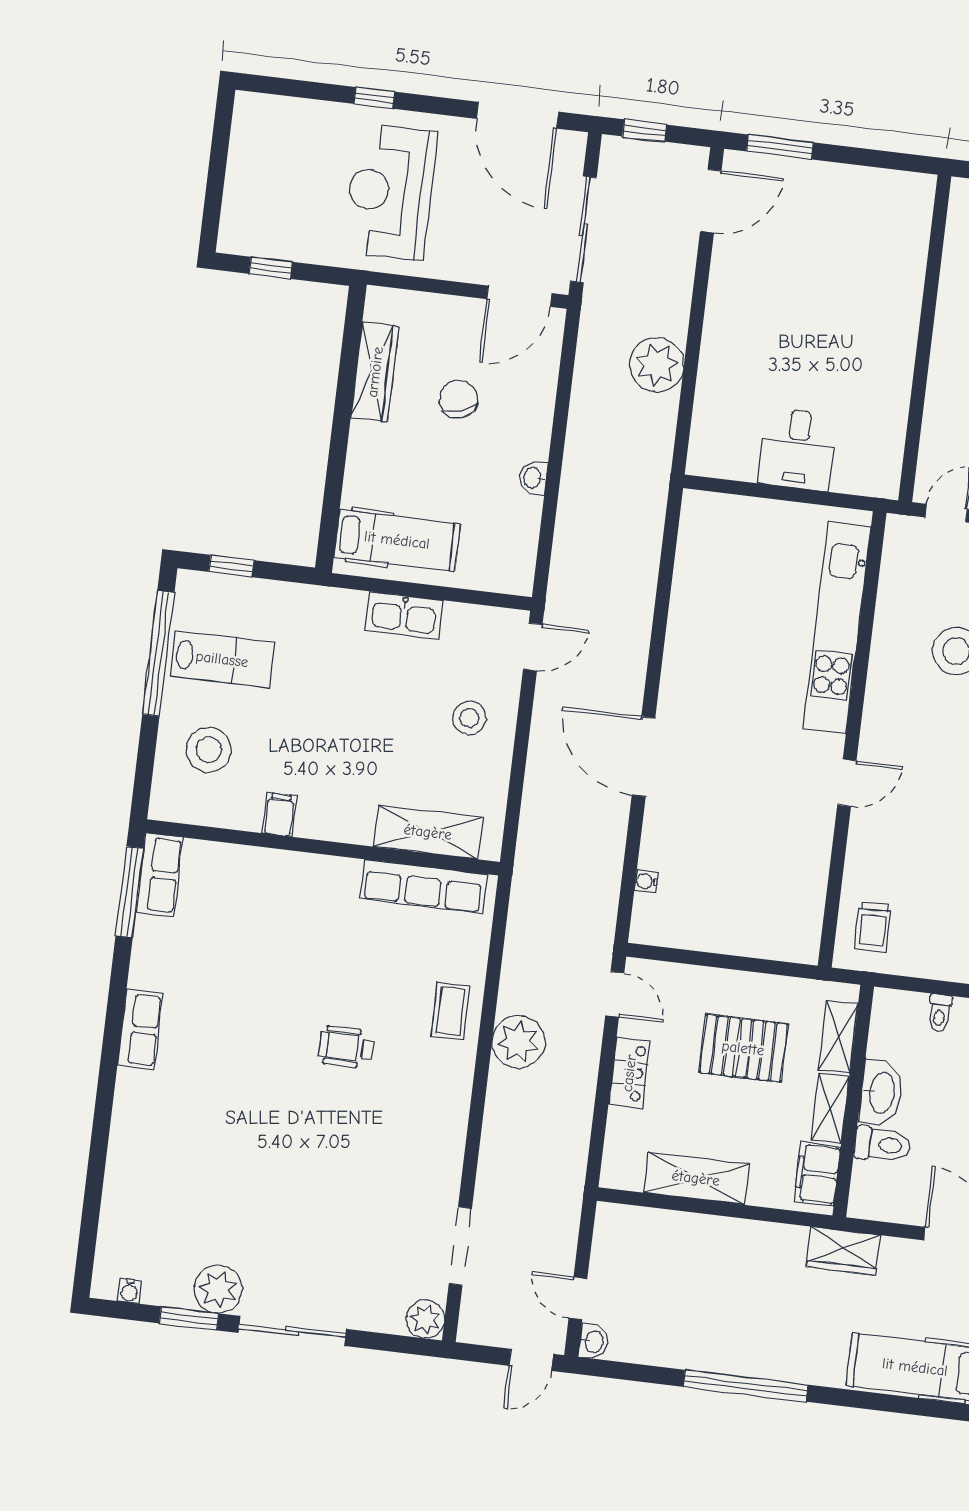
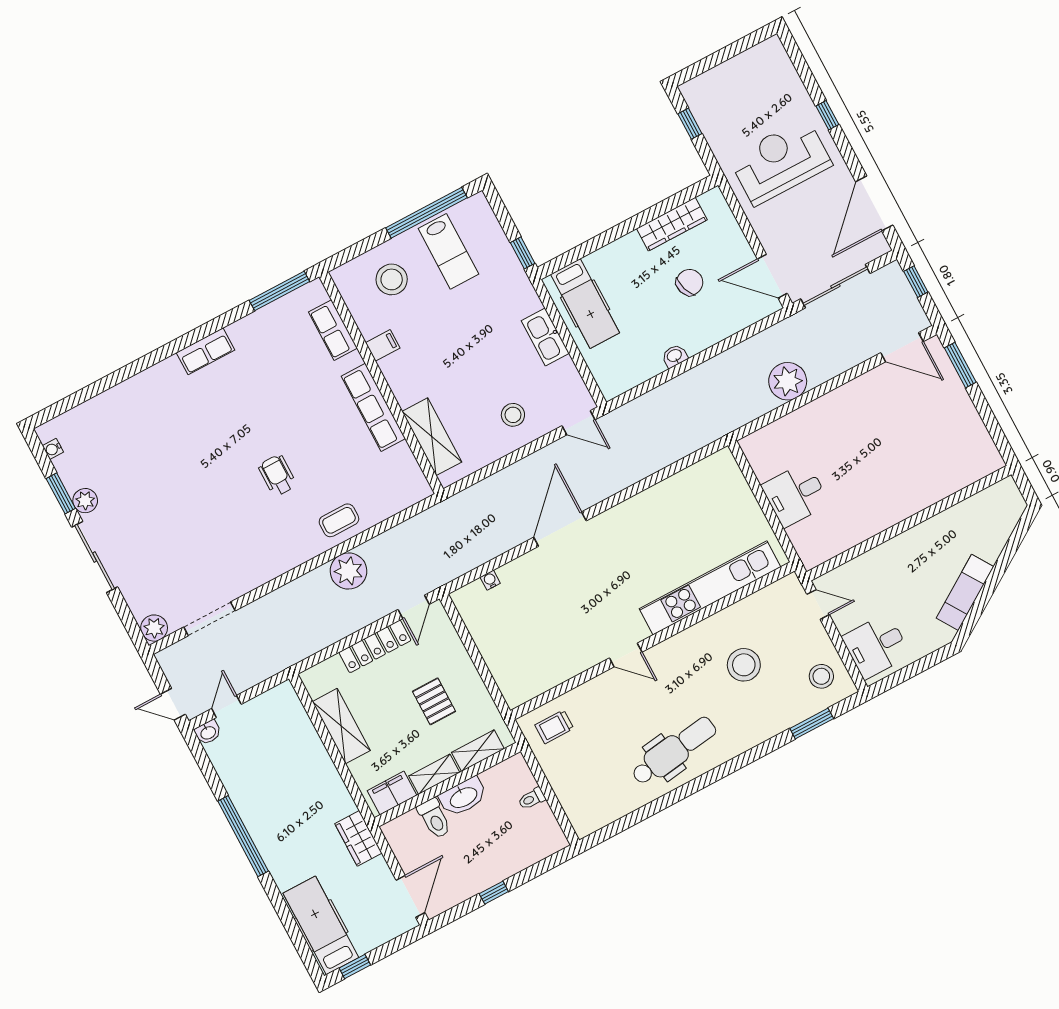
window: (231, 566) -> (523, 253), moved
row of seats: (159, 875) -> (333, 330), moved, turned 90
row of seats: (423, 887) -> (373, 407), moved
pallet: (743, 1048) -> (434, 701), width x0.67, depth x0.71
locker: (629, 1073) -> (375, 646), width x1.53
plant: (218, 1289) -> (85, 501), width x0.73, depth x0.73

